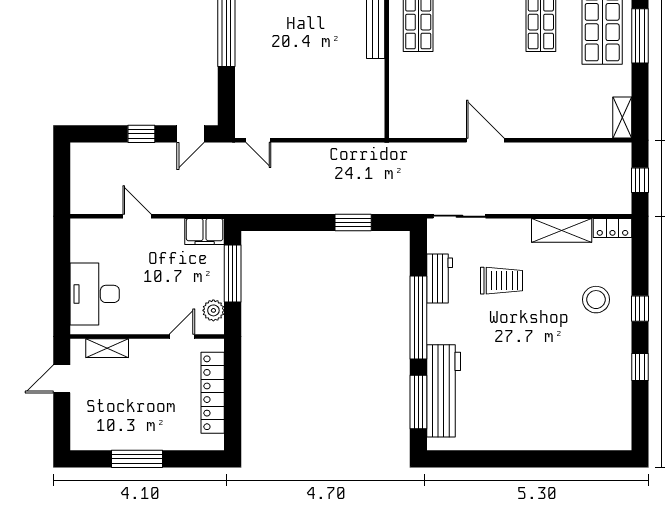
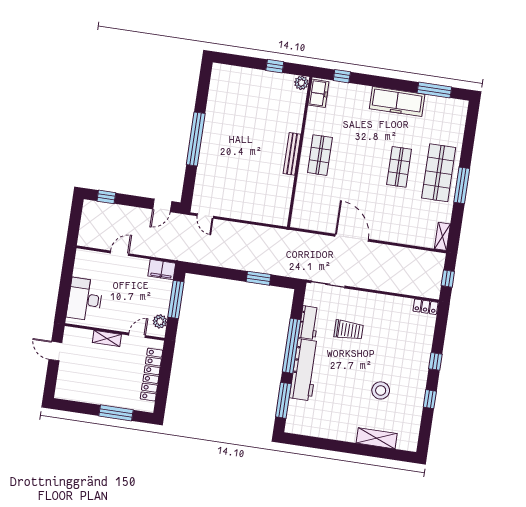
window: (141, 134) -> (106, 197), moved
door: (485, 140) -> (352, 238), width x1.36
door: (137, 216) -> (120, 253), hinge flipped
shelving: (562, 230) -> (377, 438), moved
stool: (596, 300) -> (381, 390), moved
shelving: (107, 348) -> (107, 338), moved
door: (62, 379) -> (55, 351), hinge flipped
workbench: (444, 391) -> (305, 370), moved
window: (137, 459) -> (116, 413), moved

